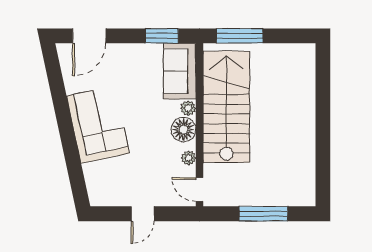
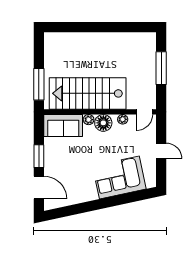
window: (162, 36) -> (39, 156), moved
corner sofa: (98, 125) -> (119, 177), moved

